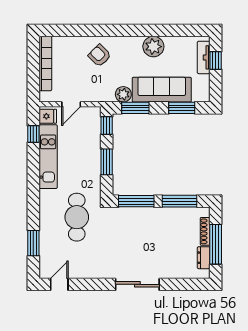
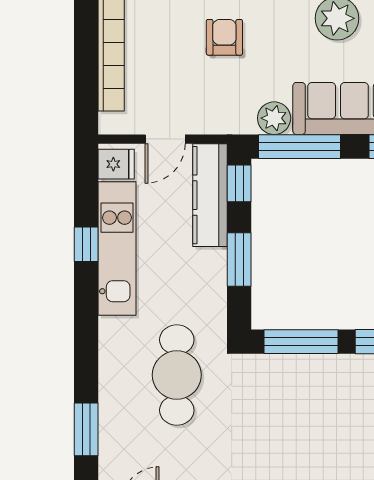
armchair: (100, 56) -> (224, 37), turned 45
window: (135, 108) -> (299, 147), width x1.44
kitchen counter: (93, 131) -> (210, 195), added
window: (33, 134) -> (86, 244), moved

